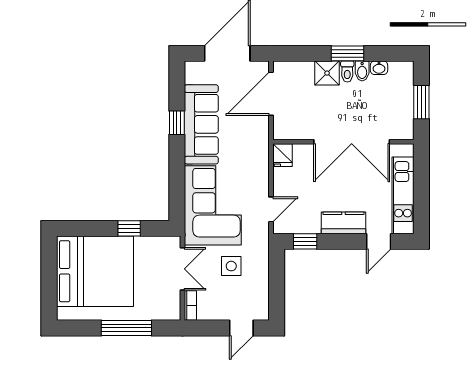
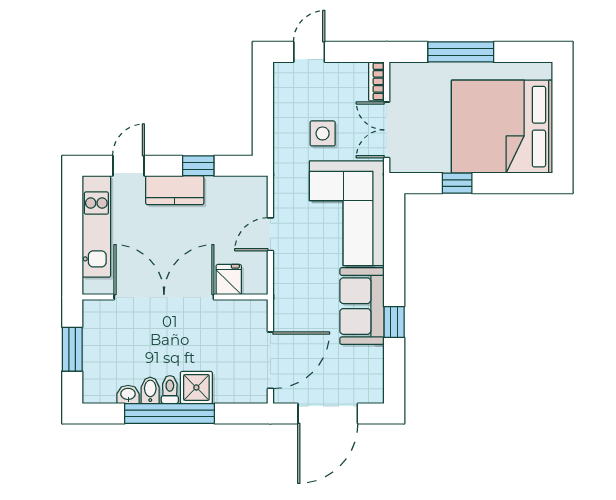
window: (348, 53) -> (169, 413), width x2.11
sofa: (201, 124) -> (362, 306), width x0.73
fridge: (282, 155) -> (229, 279), moved
door: (271, 209) -> (270, 234), moved
window: (305, 241) -> (198, 166), moved

